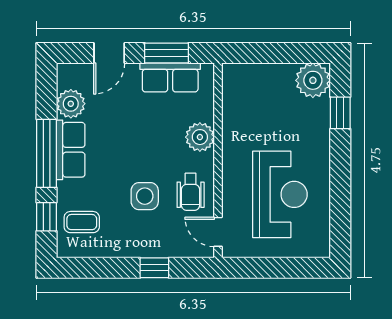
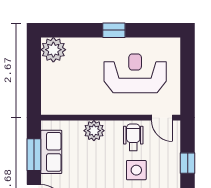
window: (340, 113) -> (114, 30), moved
wheelchair: (191, 192) -> (133, 137), turned -90
door: (218, 232) -> (162, 118), hinge flipped

